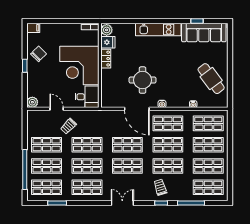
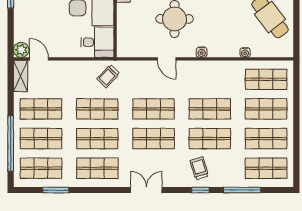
door: (57, 109) -> (39, 59), moved
door: (137, 109) -> (167, 59), width x0.53
shelving: (32, 121) -> (21, 76), added
shop shelf: (168, 123) -> (210, 79), removed
trolley: (68, 126) -> (108, 76), moved

